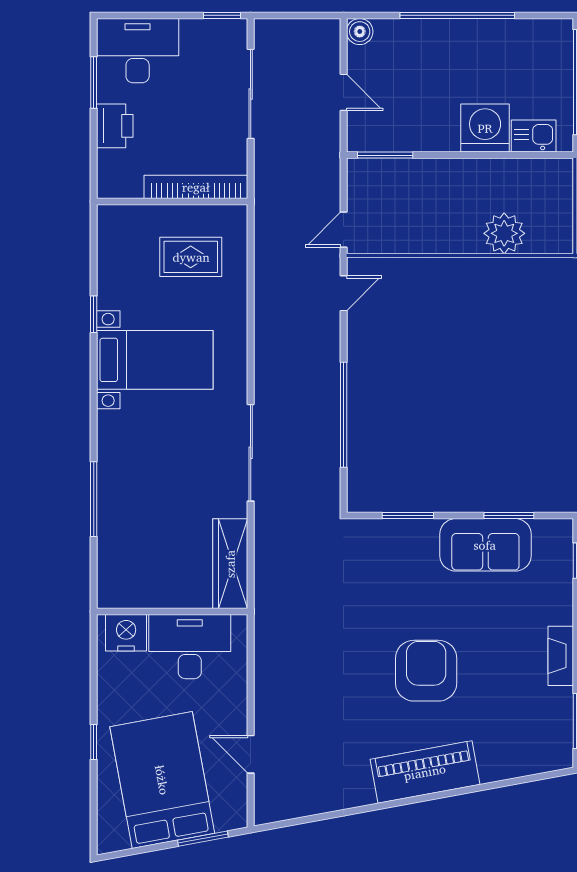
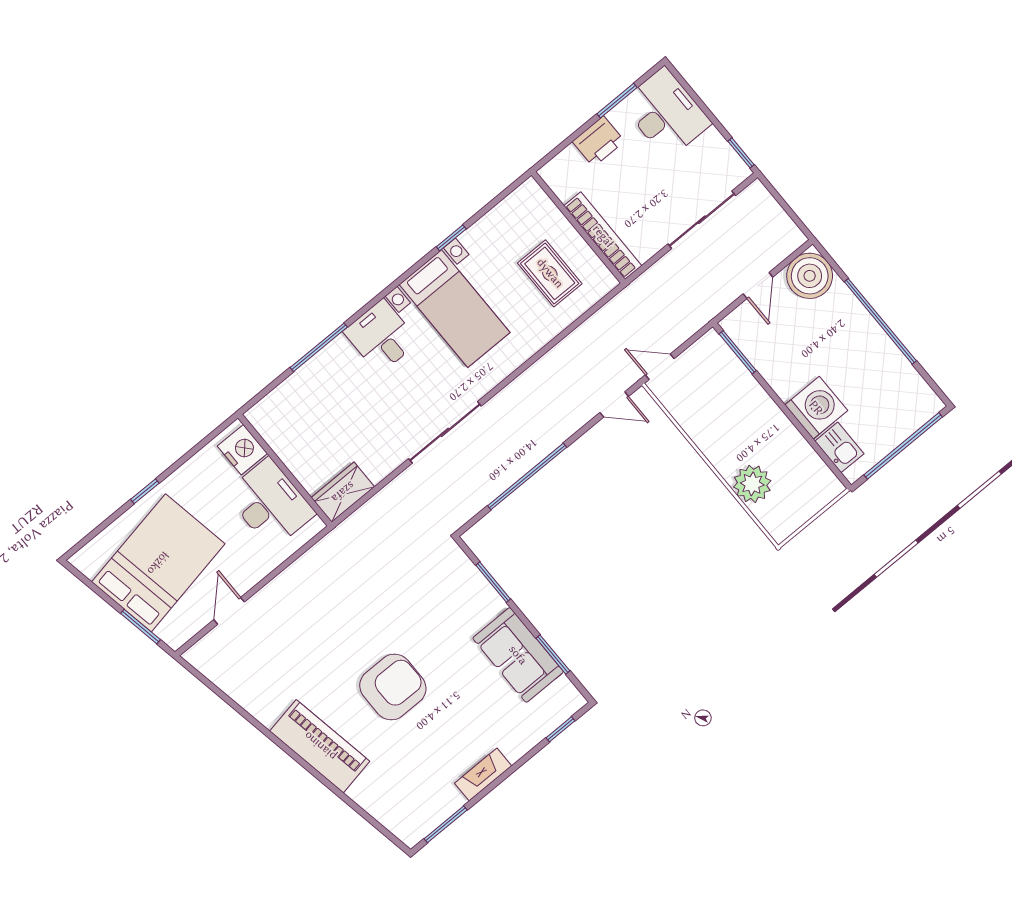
boiler: (360, 32) -> (810, 276), width x1.86, depth x1.86
desk: (127, 440) -> (381, 337), added
wardrobe: (230, 564) -> (343, 492), width x0.67

